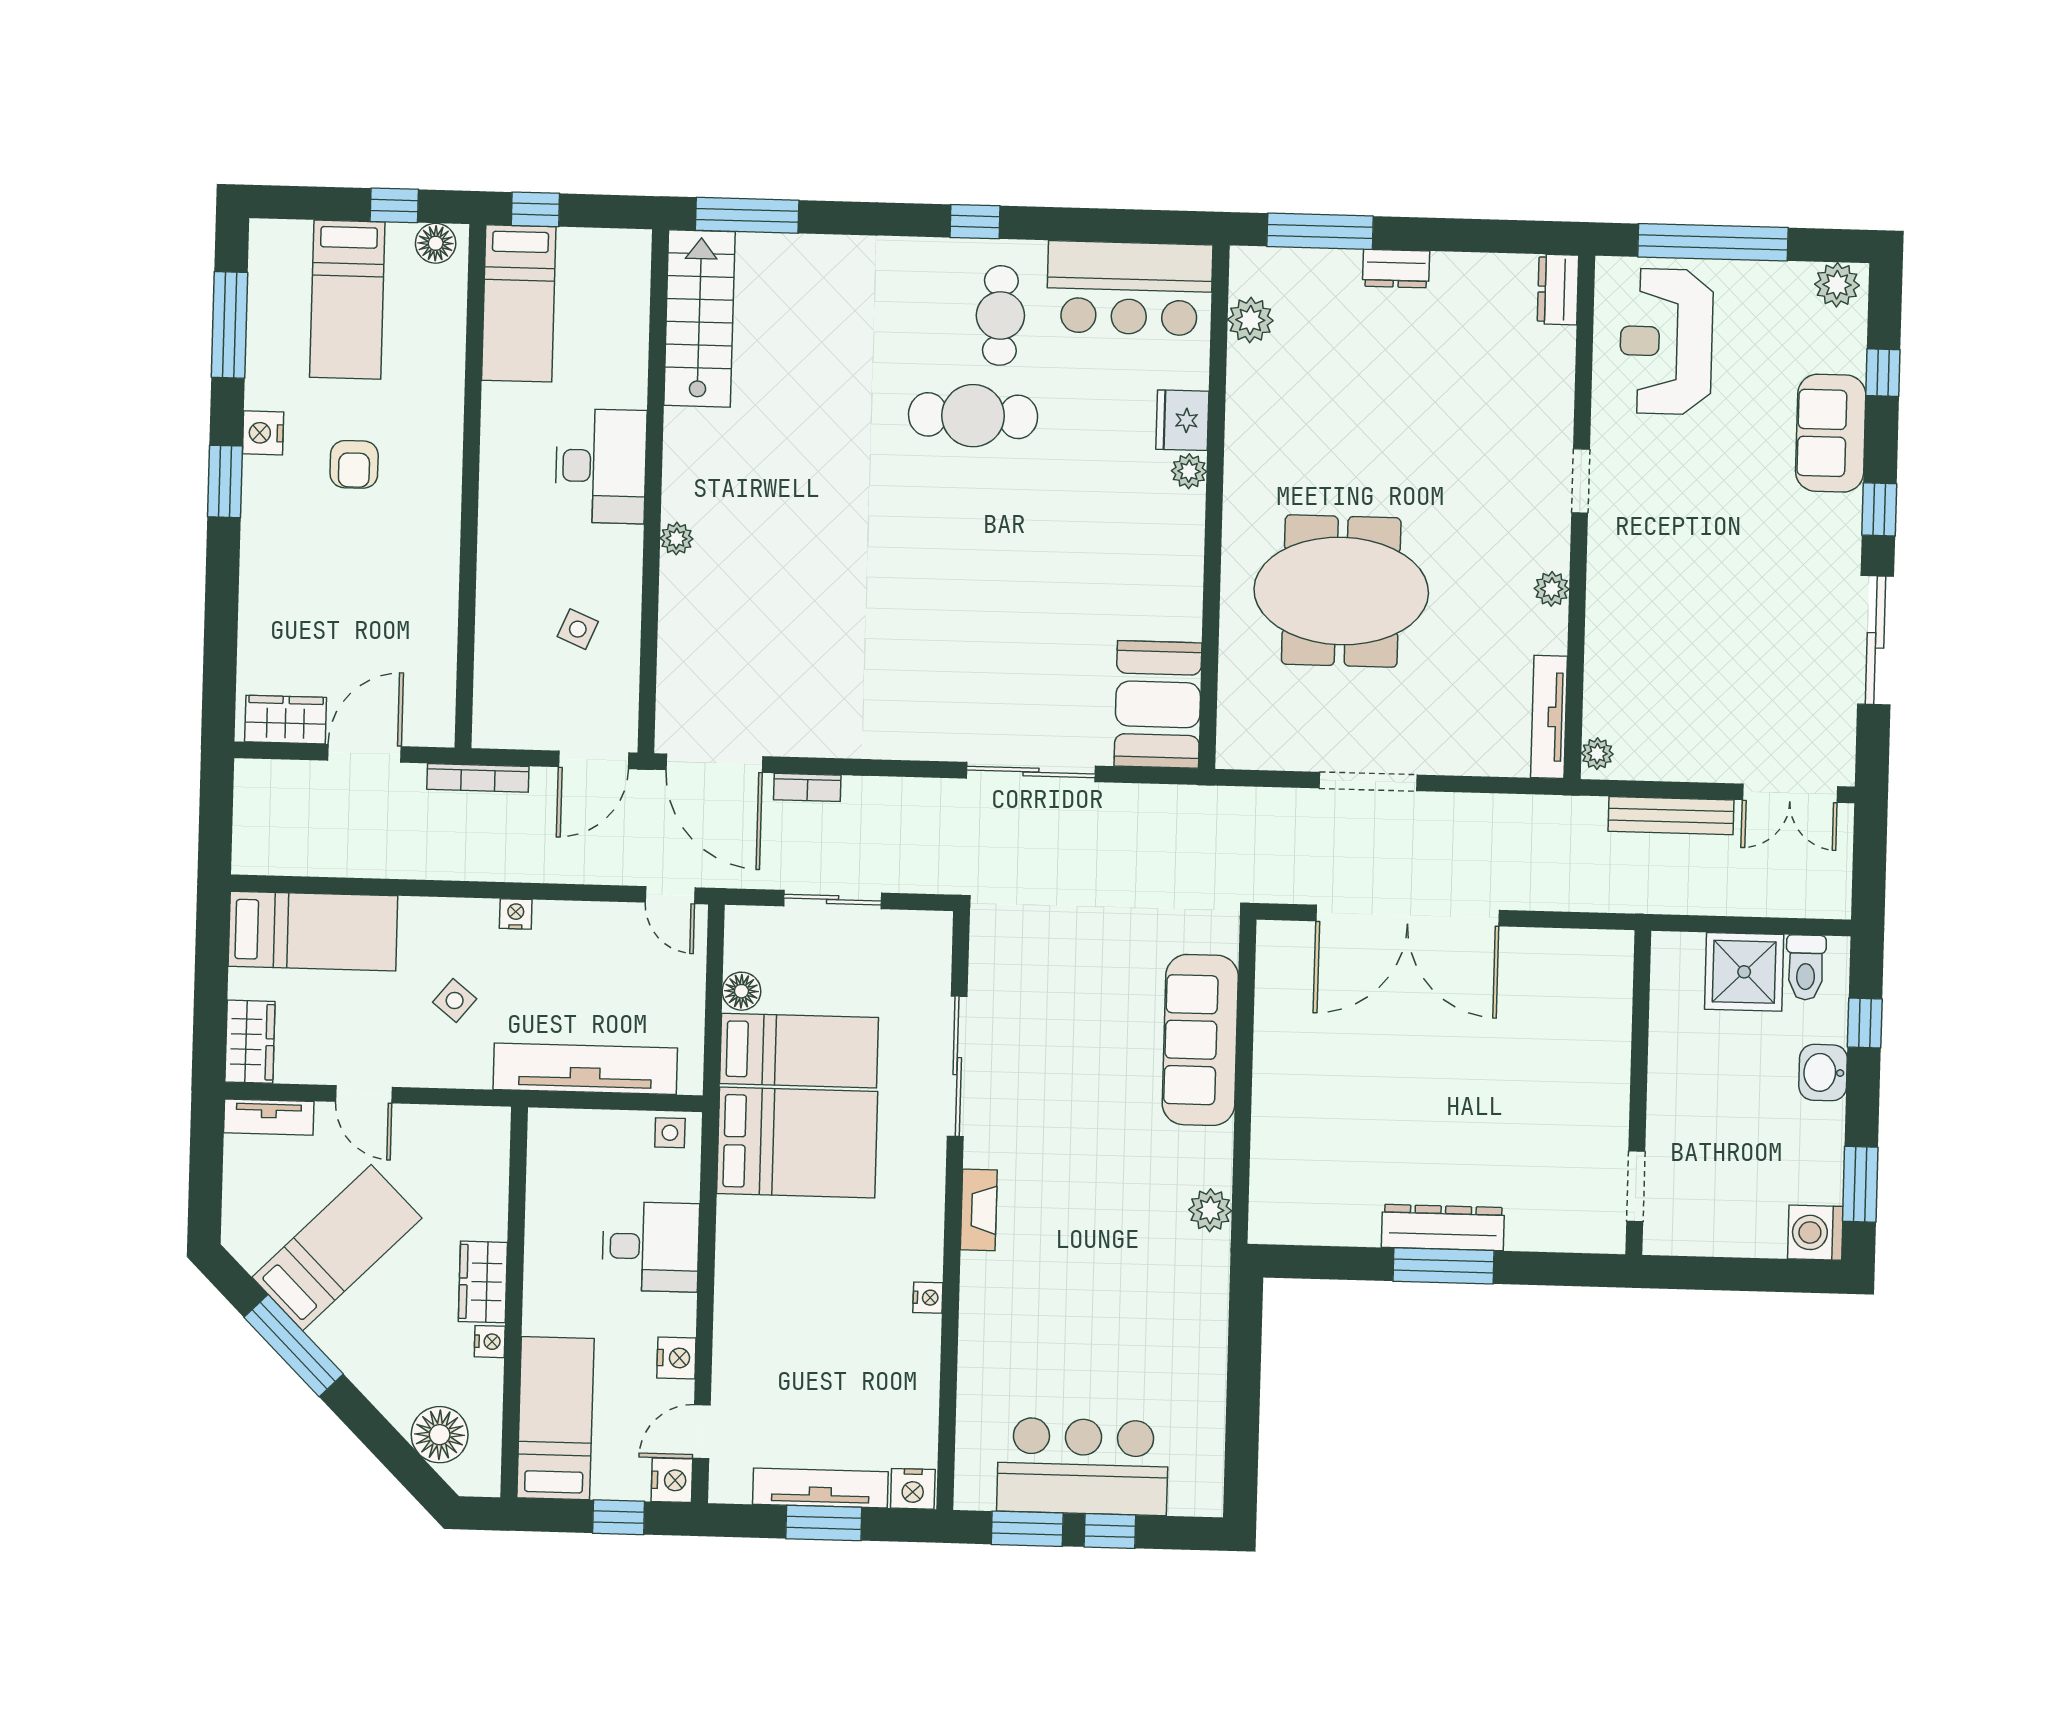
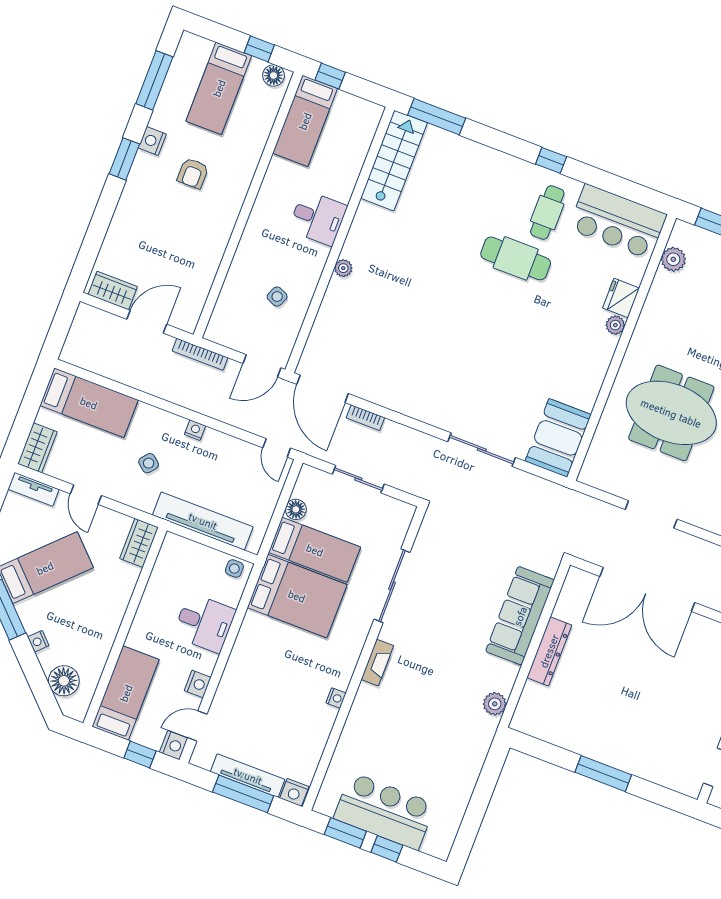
desk: (601, 466) -> (318, 218), width x0.73
dresser: (1443, 1227) -> (549, 651), moved, turned 90
wardrobe: (483, 1282) -> (139, 543), moved
nightstand: (490, 1342) -> (38, 641), moved, turned 135
window: (824, 1523) -> (243, 794), width x1.44

